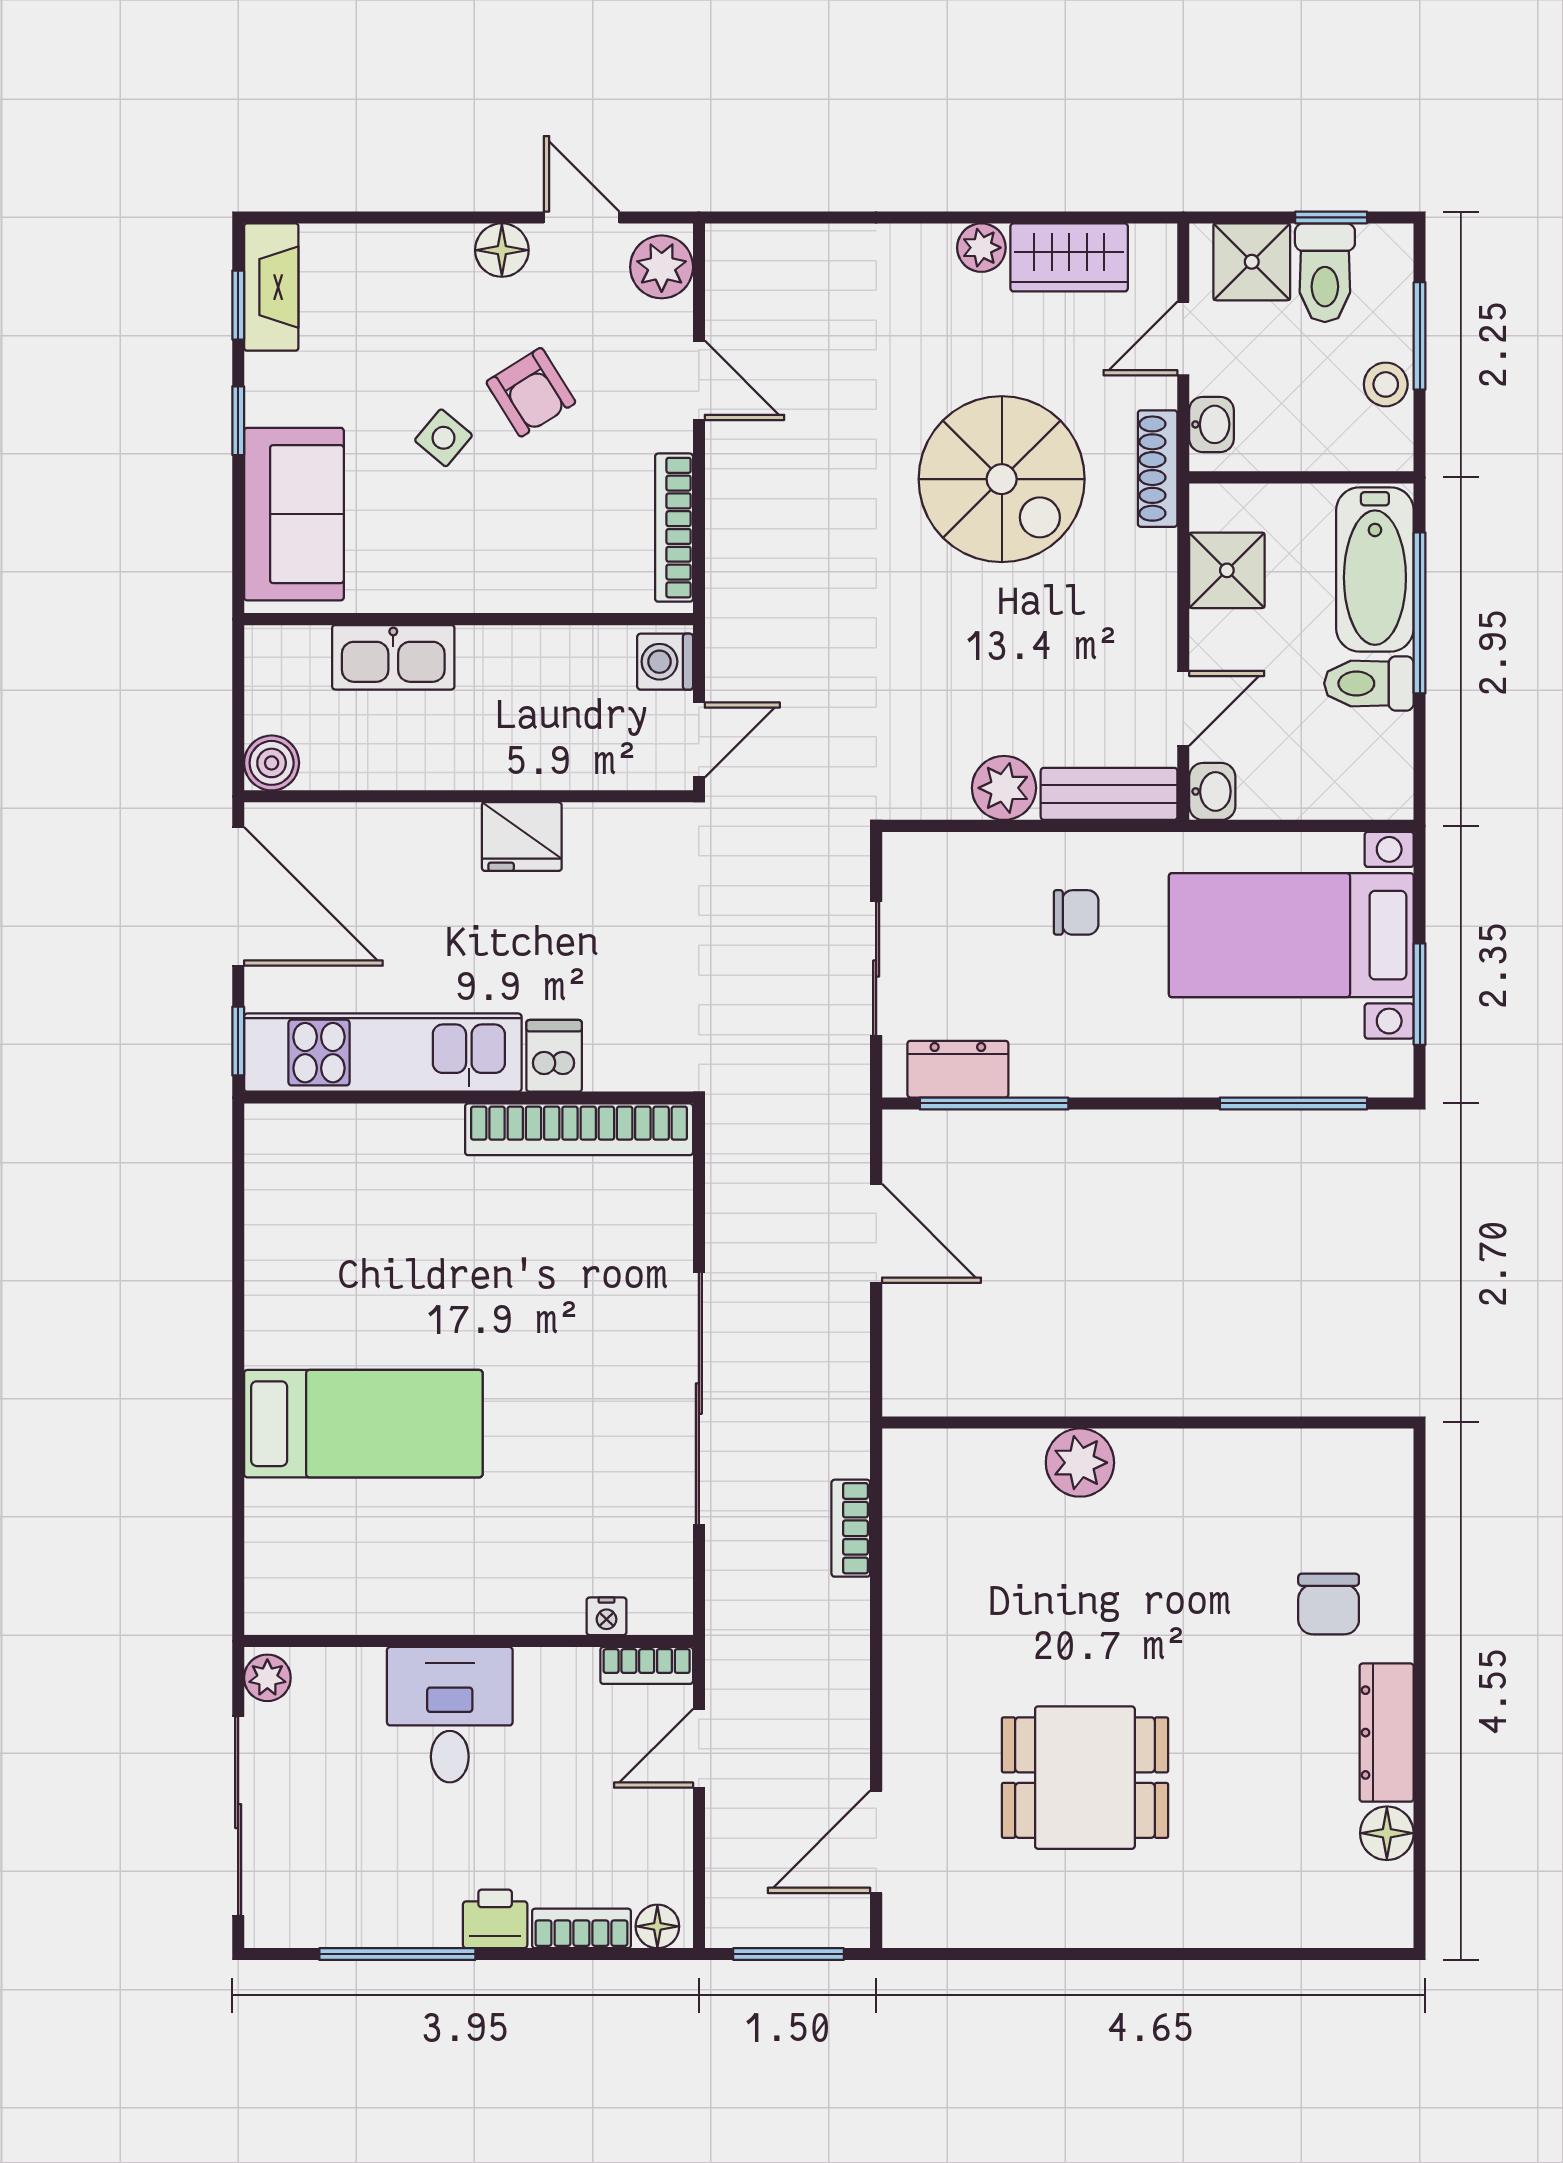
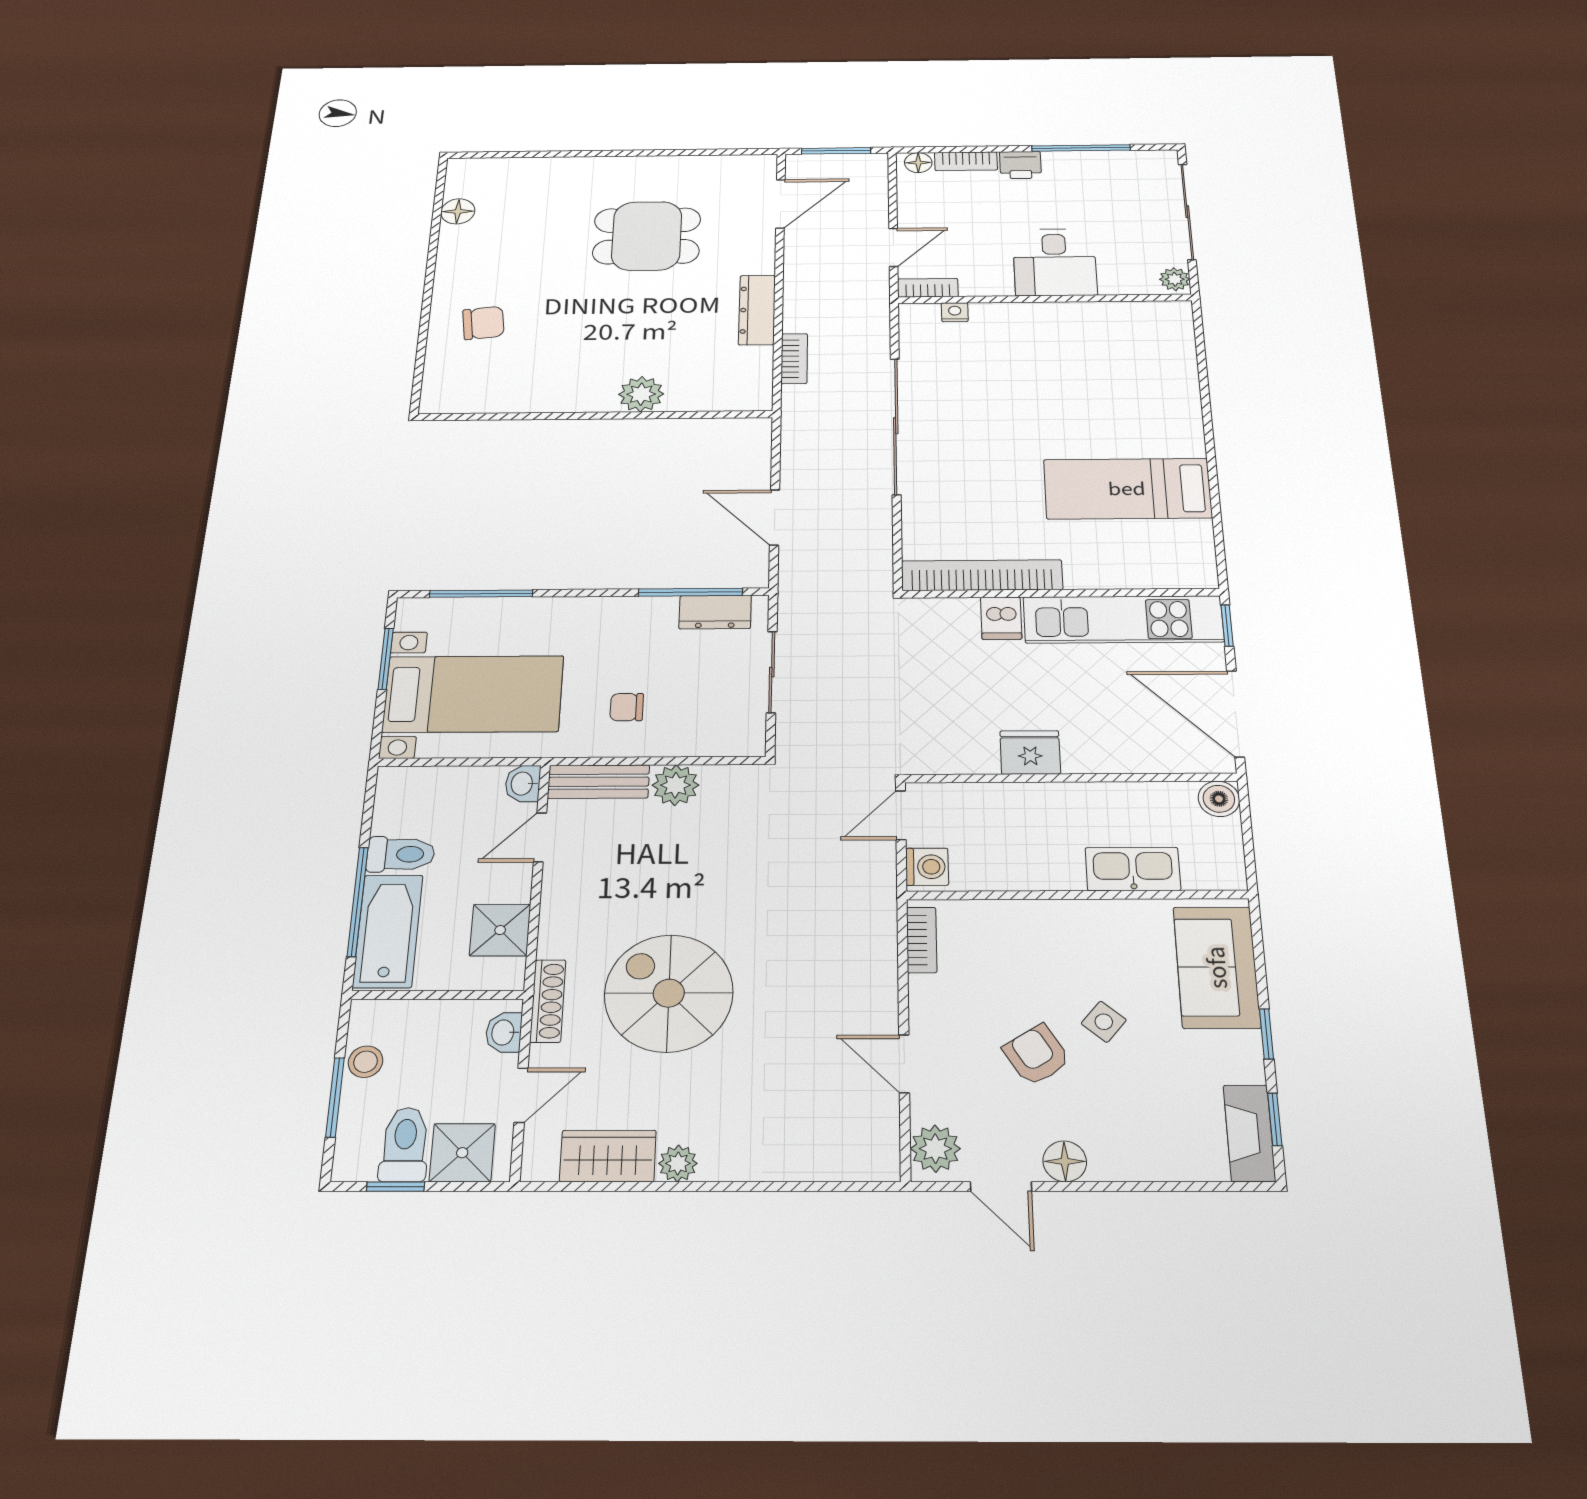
bookcase: (674, 528) -> (922, 940), width x0.64
bed: (363, 1424) -> (1127, 489), moved
chair: (1329, 1604) -> (483, 323), turned 83
dresser: (1387, 1733) -> (757, 310), moved, turned 180

